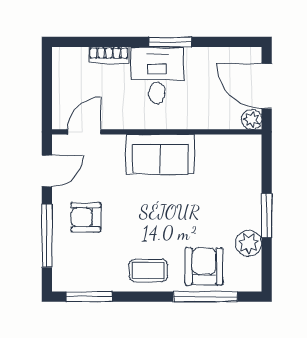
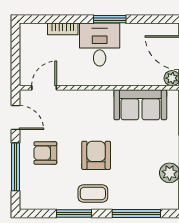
sofa: (160, 154) -> (140, 105), moved
door: (47, 171) -> (16, 117), hinge flipped
armchair: (204, 266) -> (96, 155), moved
window: (89, 297) -> (74, 214), moved

